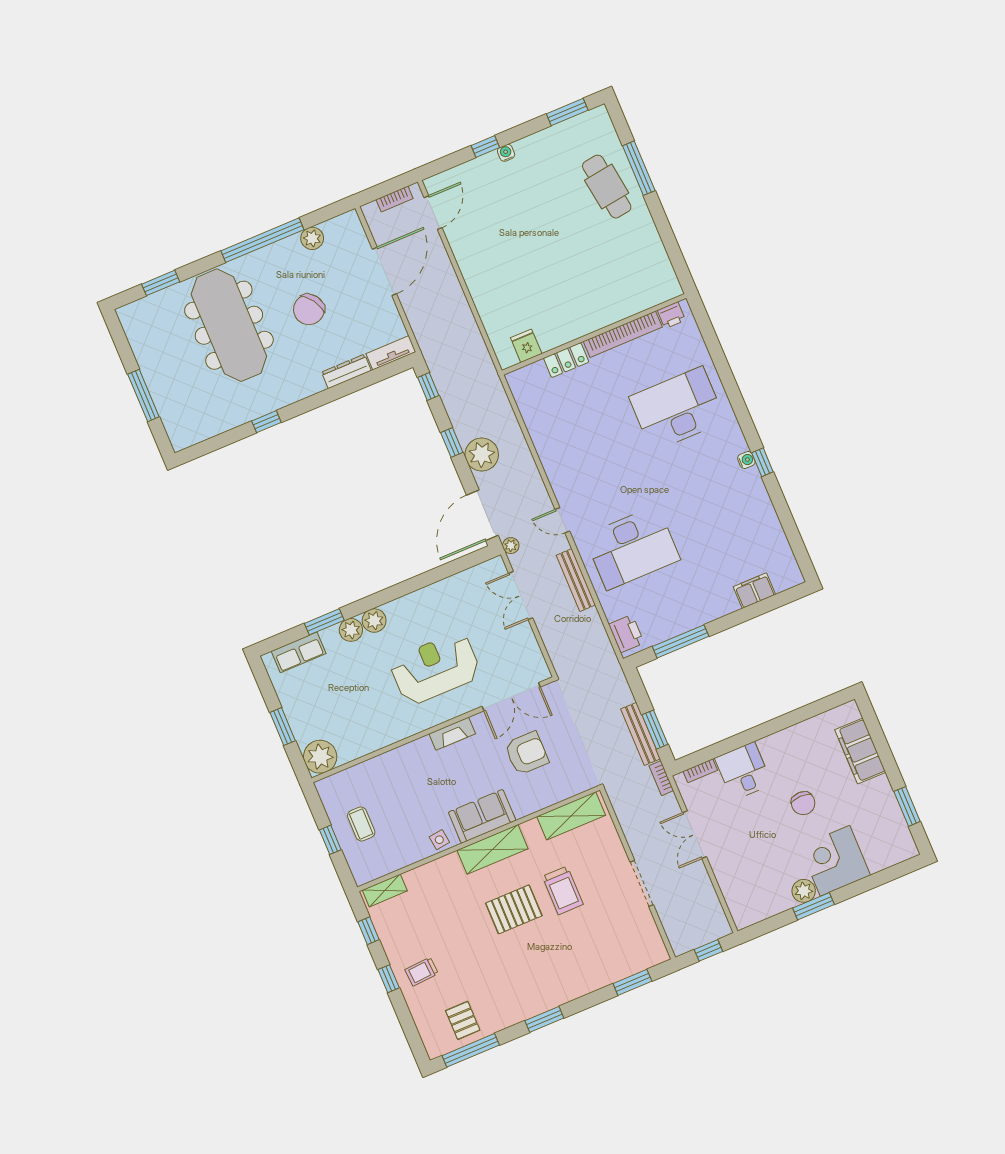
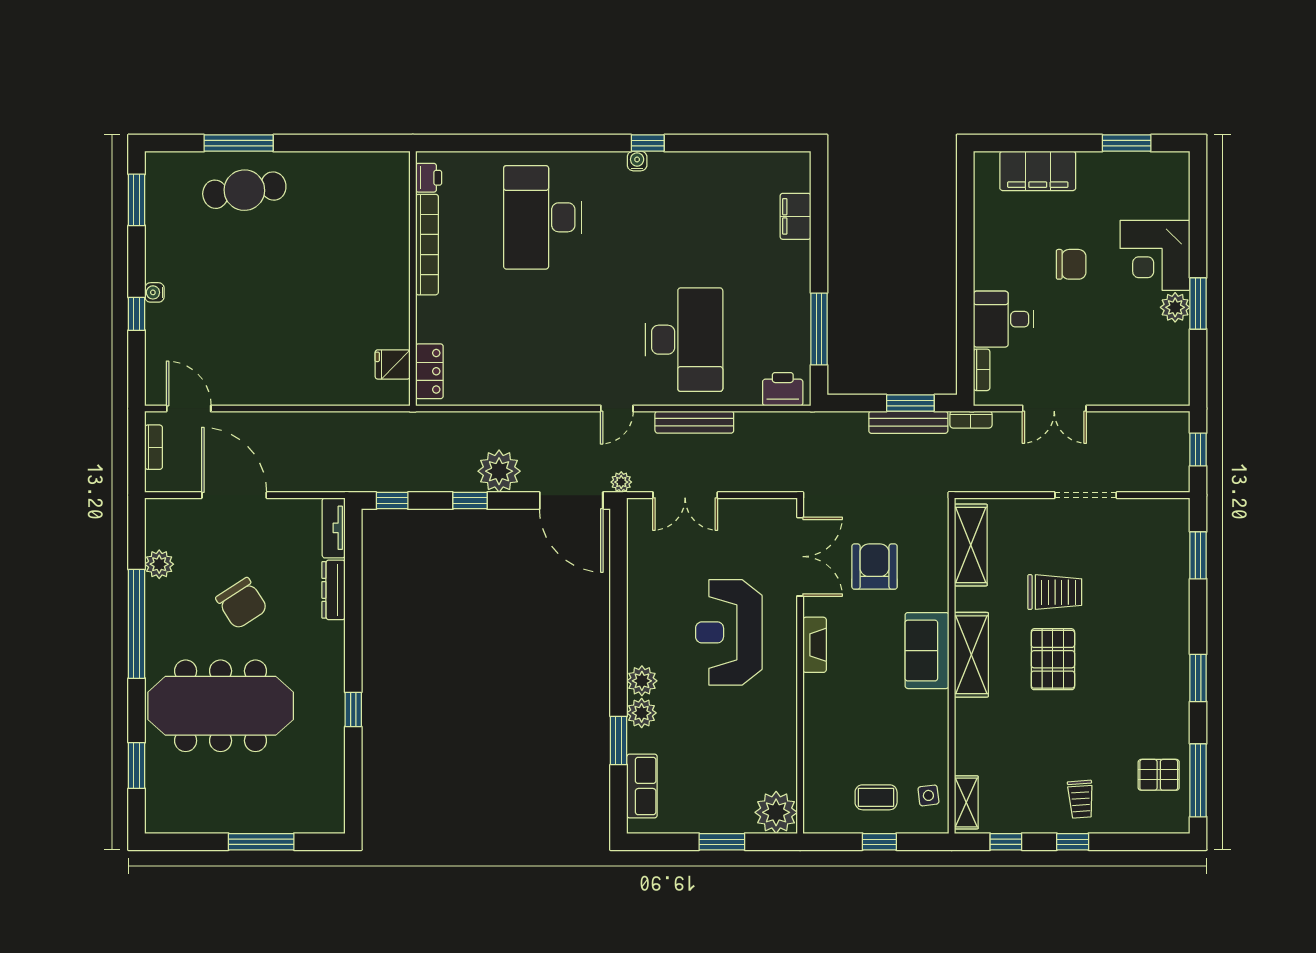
locker: (566, 360) -> (429, 371), moved
side table: (439, 840) -> (928, 795), moved

